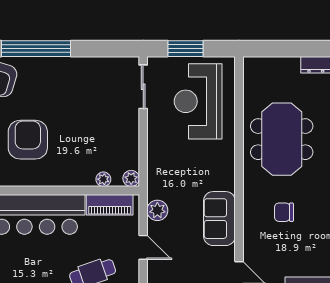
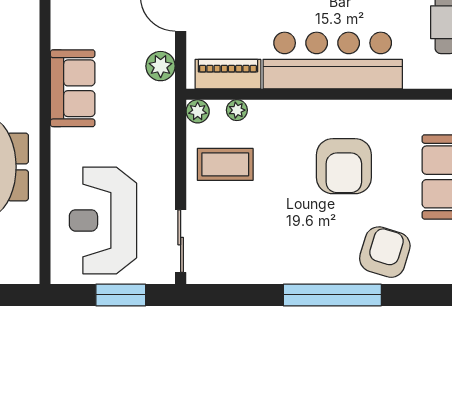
reception desk: (198, 101) -> (103, 220), turned 180
coffee table: (112, 141) -> (225, 164), added
sofa: (219, 219) -> (73, 88), moved

